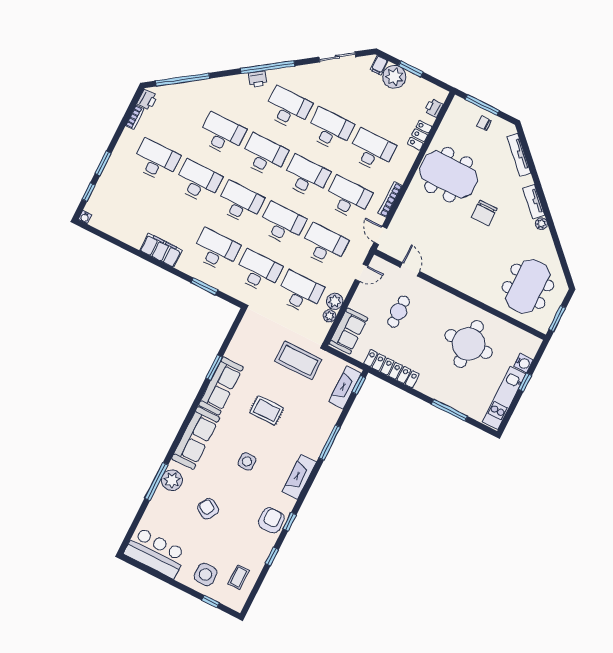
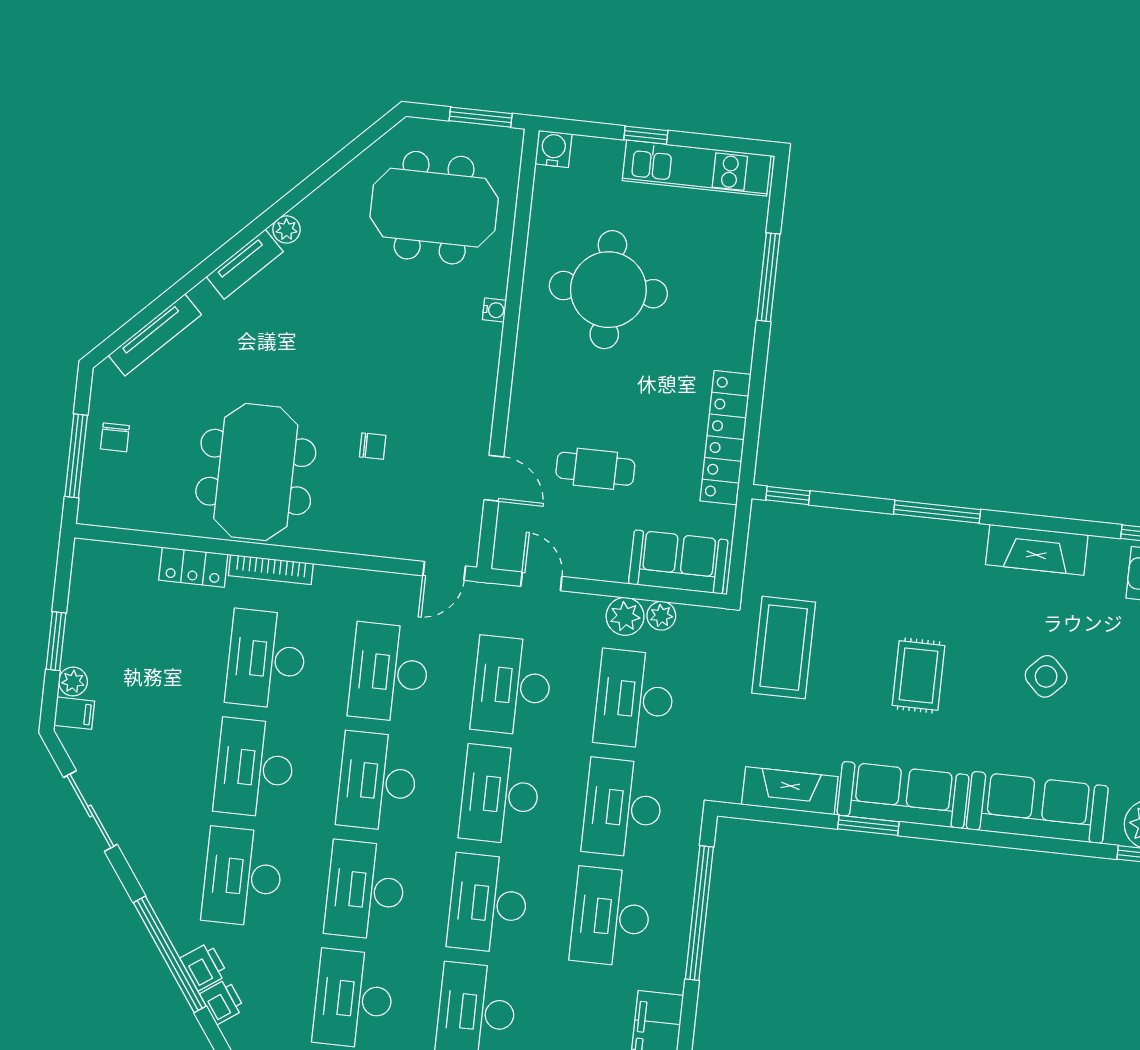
plant: (394, 77) -> (73, 681), width x0.53, depth x0.53
printer: (434, 108) -> (222, 1002), moved, turned -125
bookcase: (390, 199) -> (271, 570), moved
chair: (484, 213) -> (373, 446), moved, width x0.54, depth x0.54
door: (410, 269) -> (494, 478), swing flipped
window: (204, 286) -> (699, 913), width x2.11
water cooler: (478, 295) -> (494, 310), added
water cooler: (523, 363) -> (554, 149), moved
fireplace: (345, 388) -> (790, 791), moved, turned 180
side table: (247, 461) -> (1046, 676), turned 45

